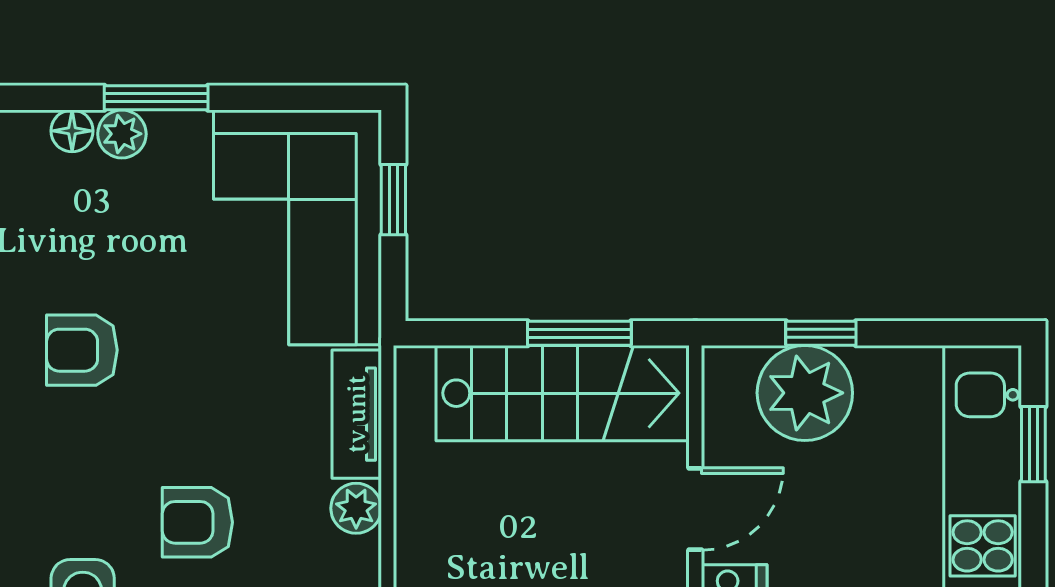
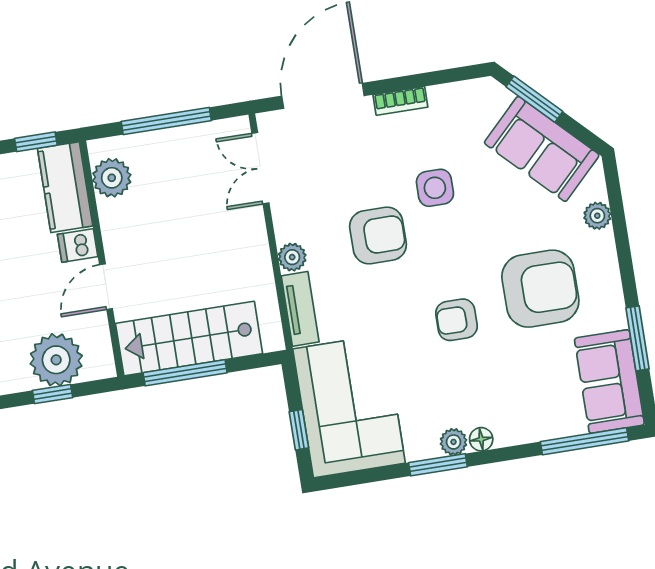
window: (579, 333) -> (185, 373), width x1.44
armchair: (82, 350) -> (456, 320), turned 180
armchair: (197, 522) -> (378, 236), width x1.38, depth x1.38

